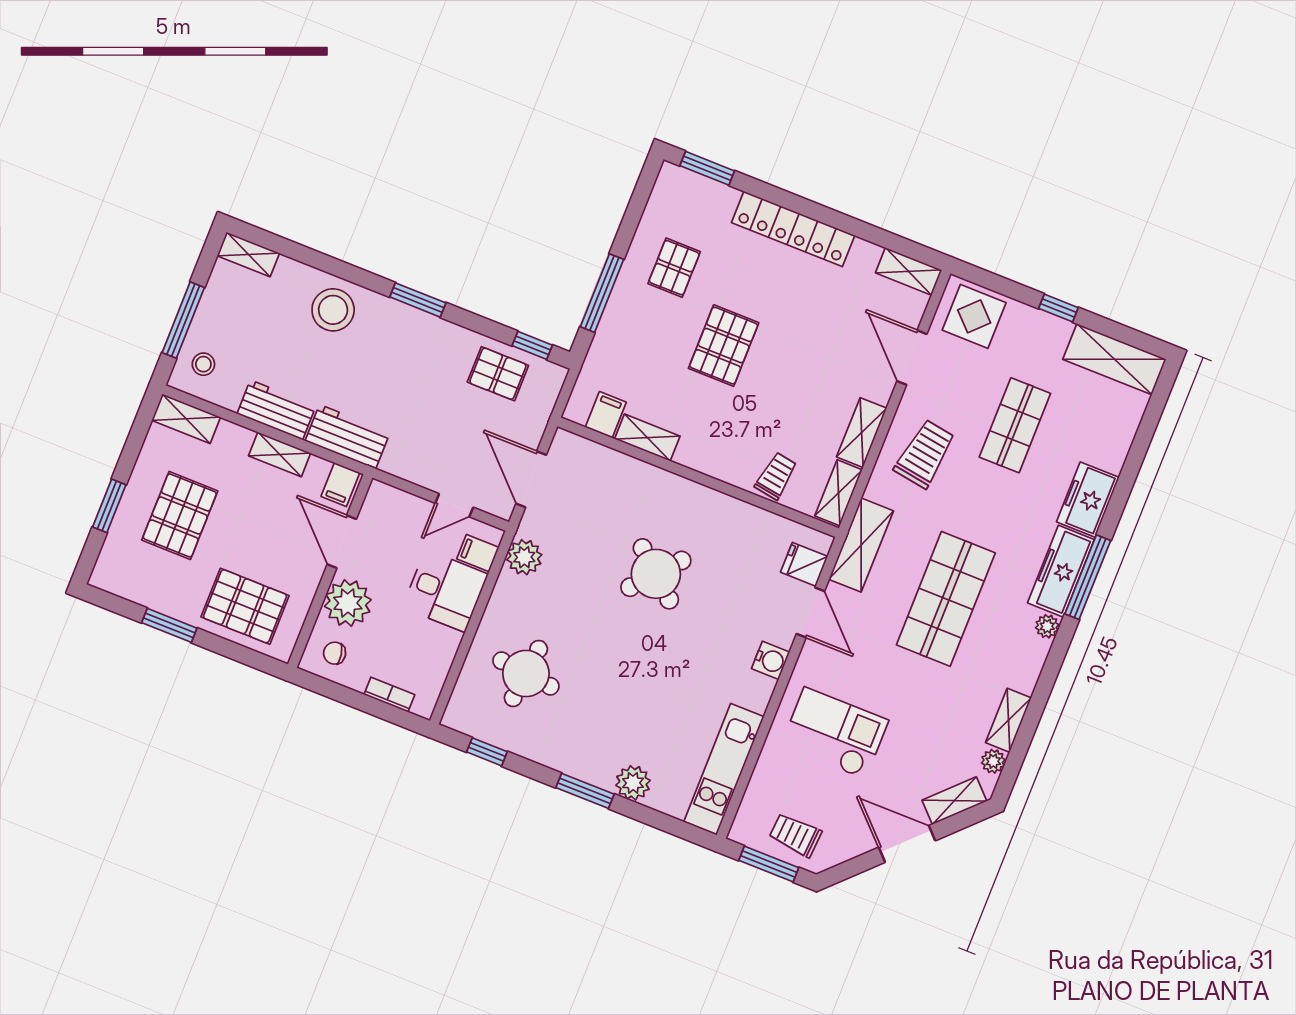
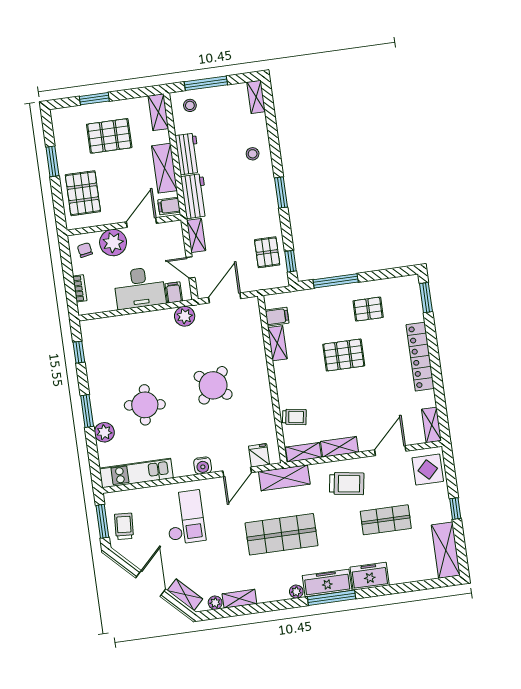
stool: (333, 310) -> (253, 154), width x0.53, depth x0.53
shelving: (280, 454) -> (164, 168), width x1.50, depth x1.33
shelving: (410, 469) -> (196, 235), added
desk: (445, 591) -> (140, 288), width x1.37
round table: (526, 673) -> (145, 405), moved

